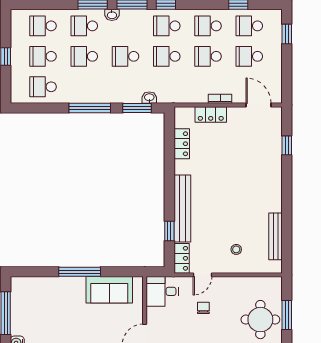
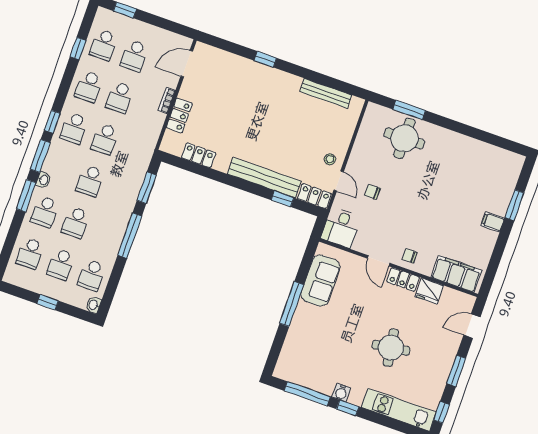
washbasin: (149, 98) -> (93, 305), moved
window: (287, 145) -> (265, 59), moved
stool: (236, 249) -> (330, 159), moved

